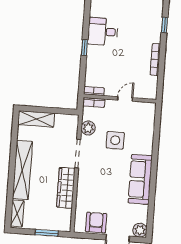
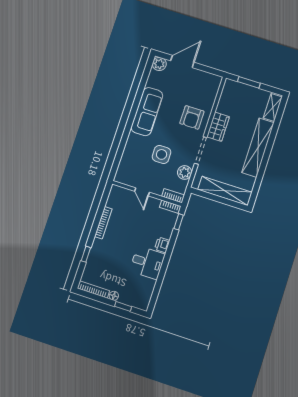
window: (84, 48) -> (179, 222), moved
printer: (93, 52) -> (162, 245), added
door: (125, 99) -> (142, 192), hinge flipped
shelving: (36, 119) -> (225, 191), width x1.47
wardrobe: (66, 188) -> (218, 127), width x0.67
armchair: (96, 223) -> (192, 117), moved

